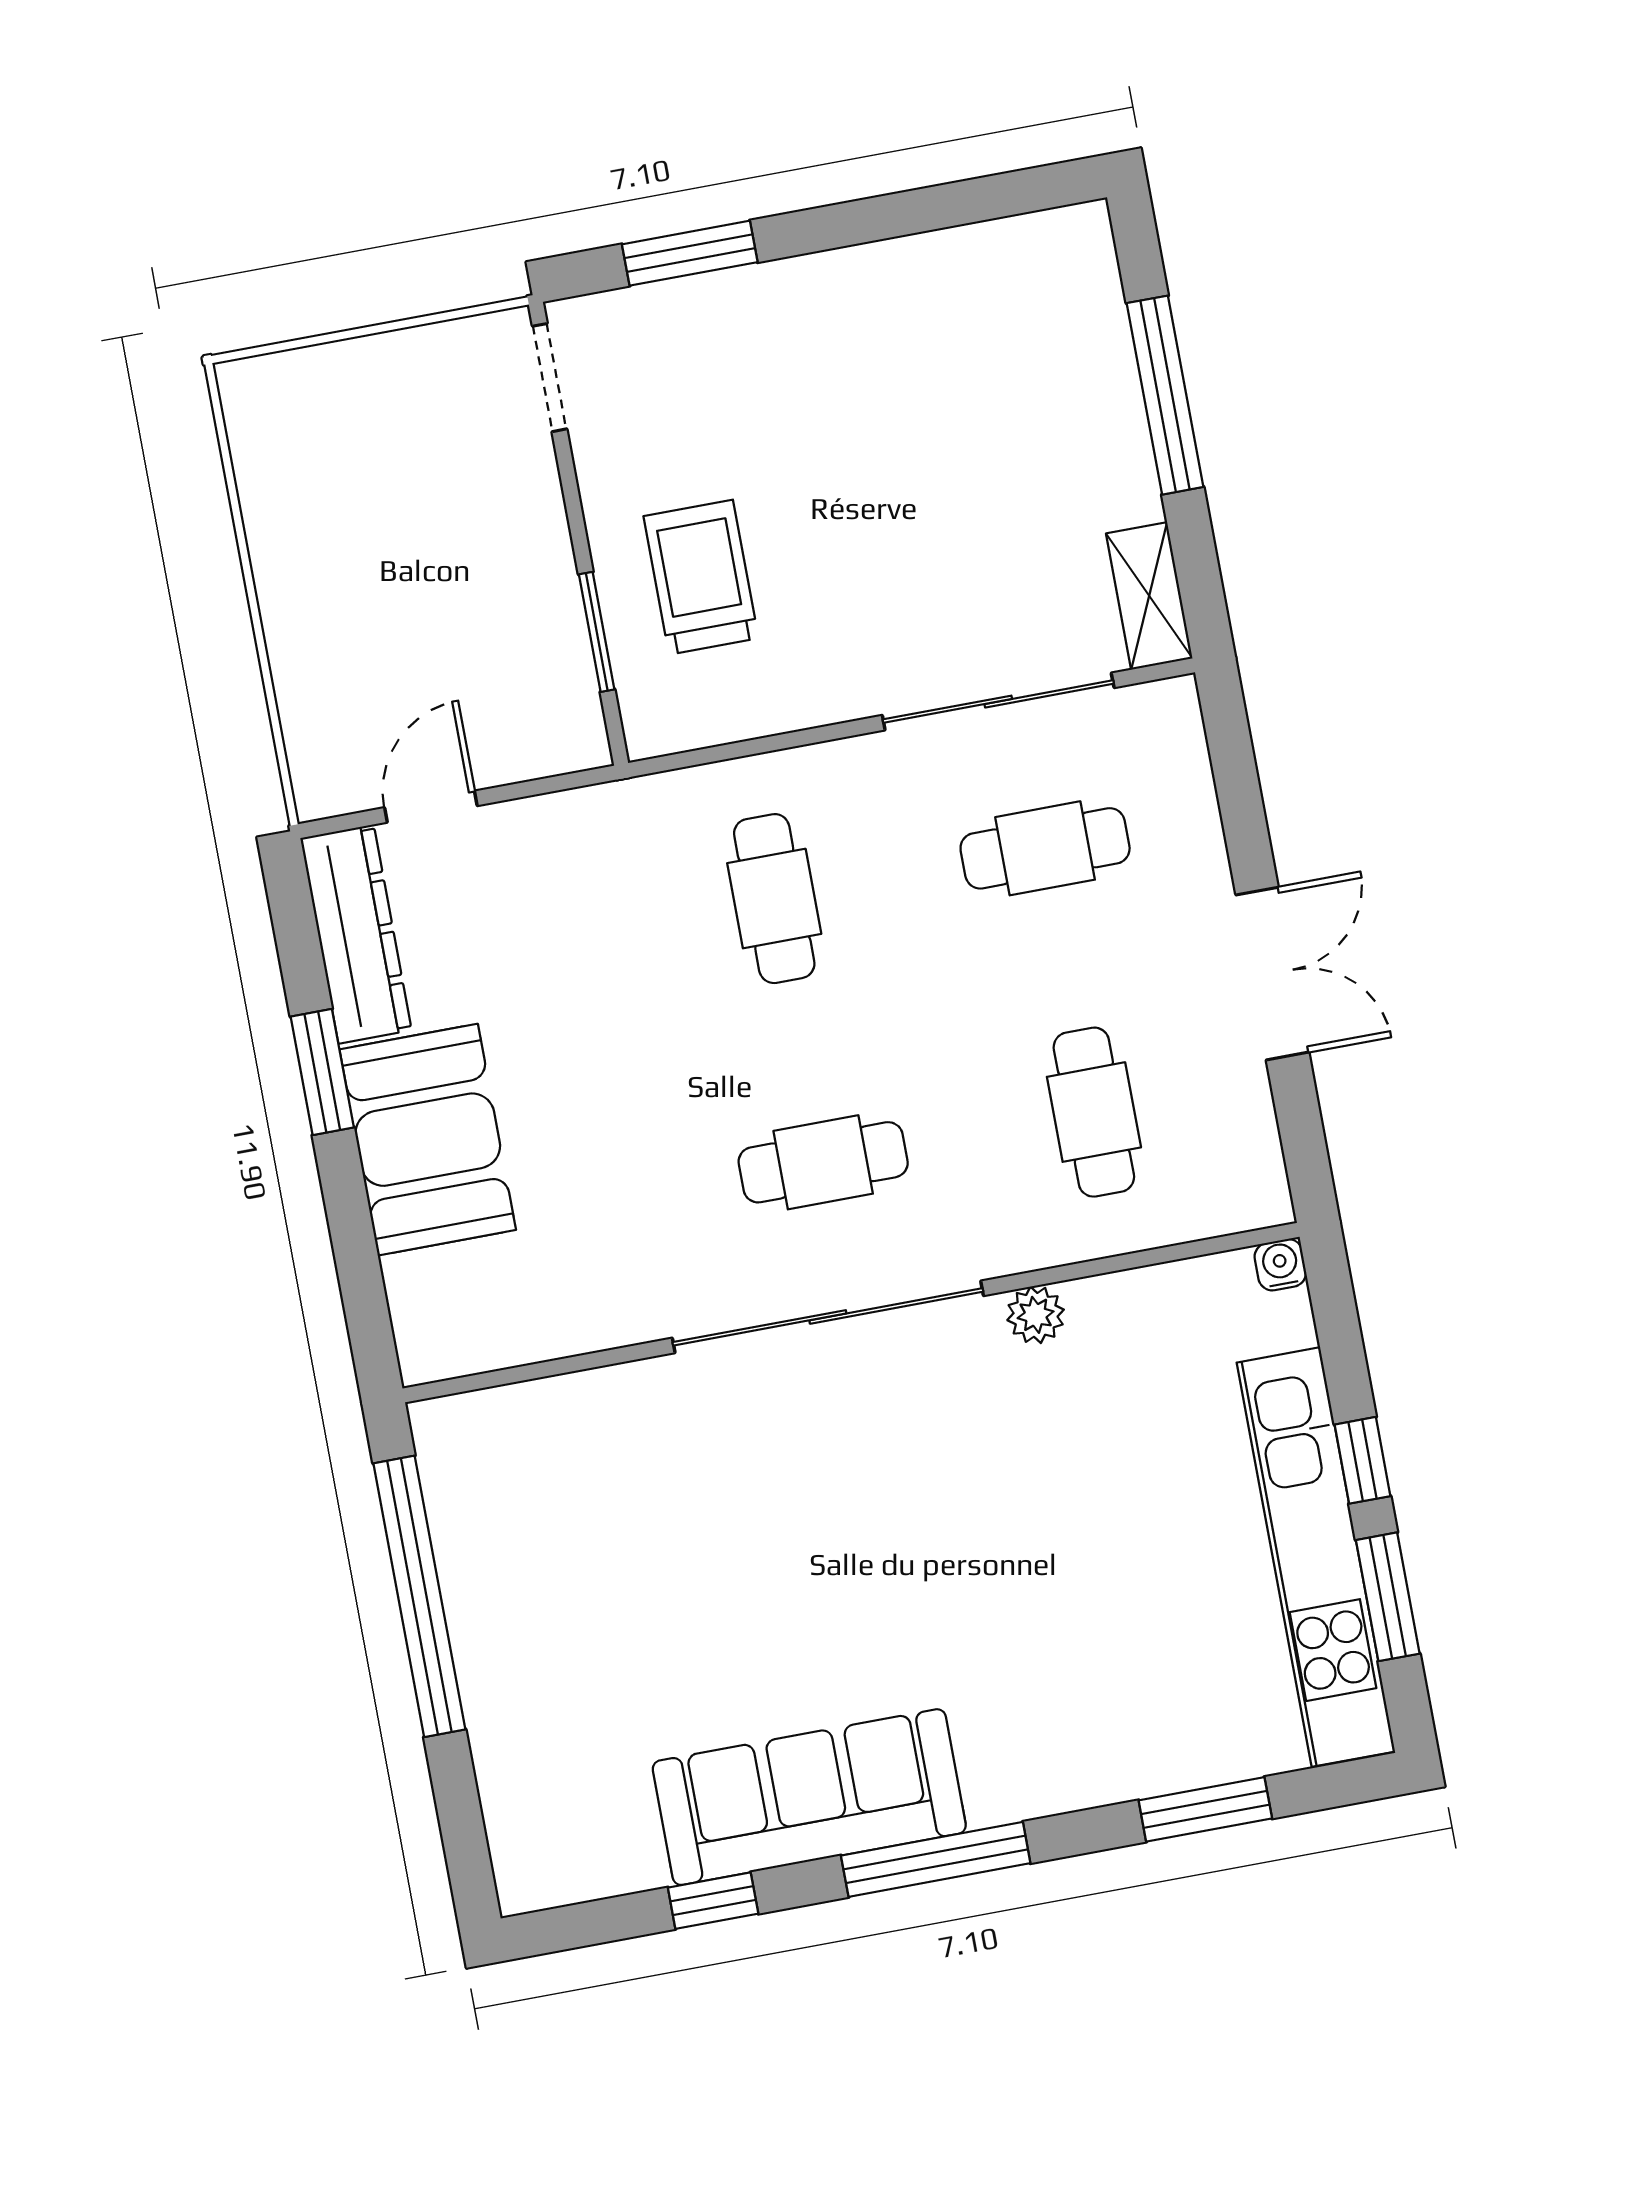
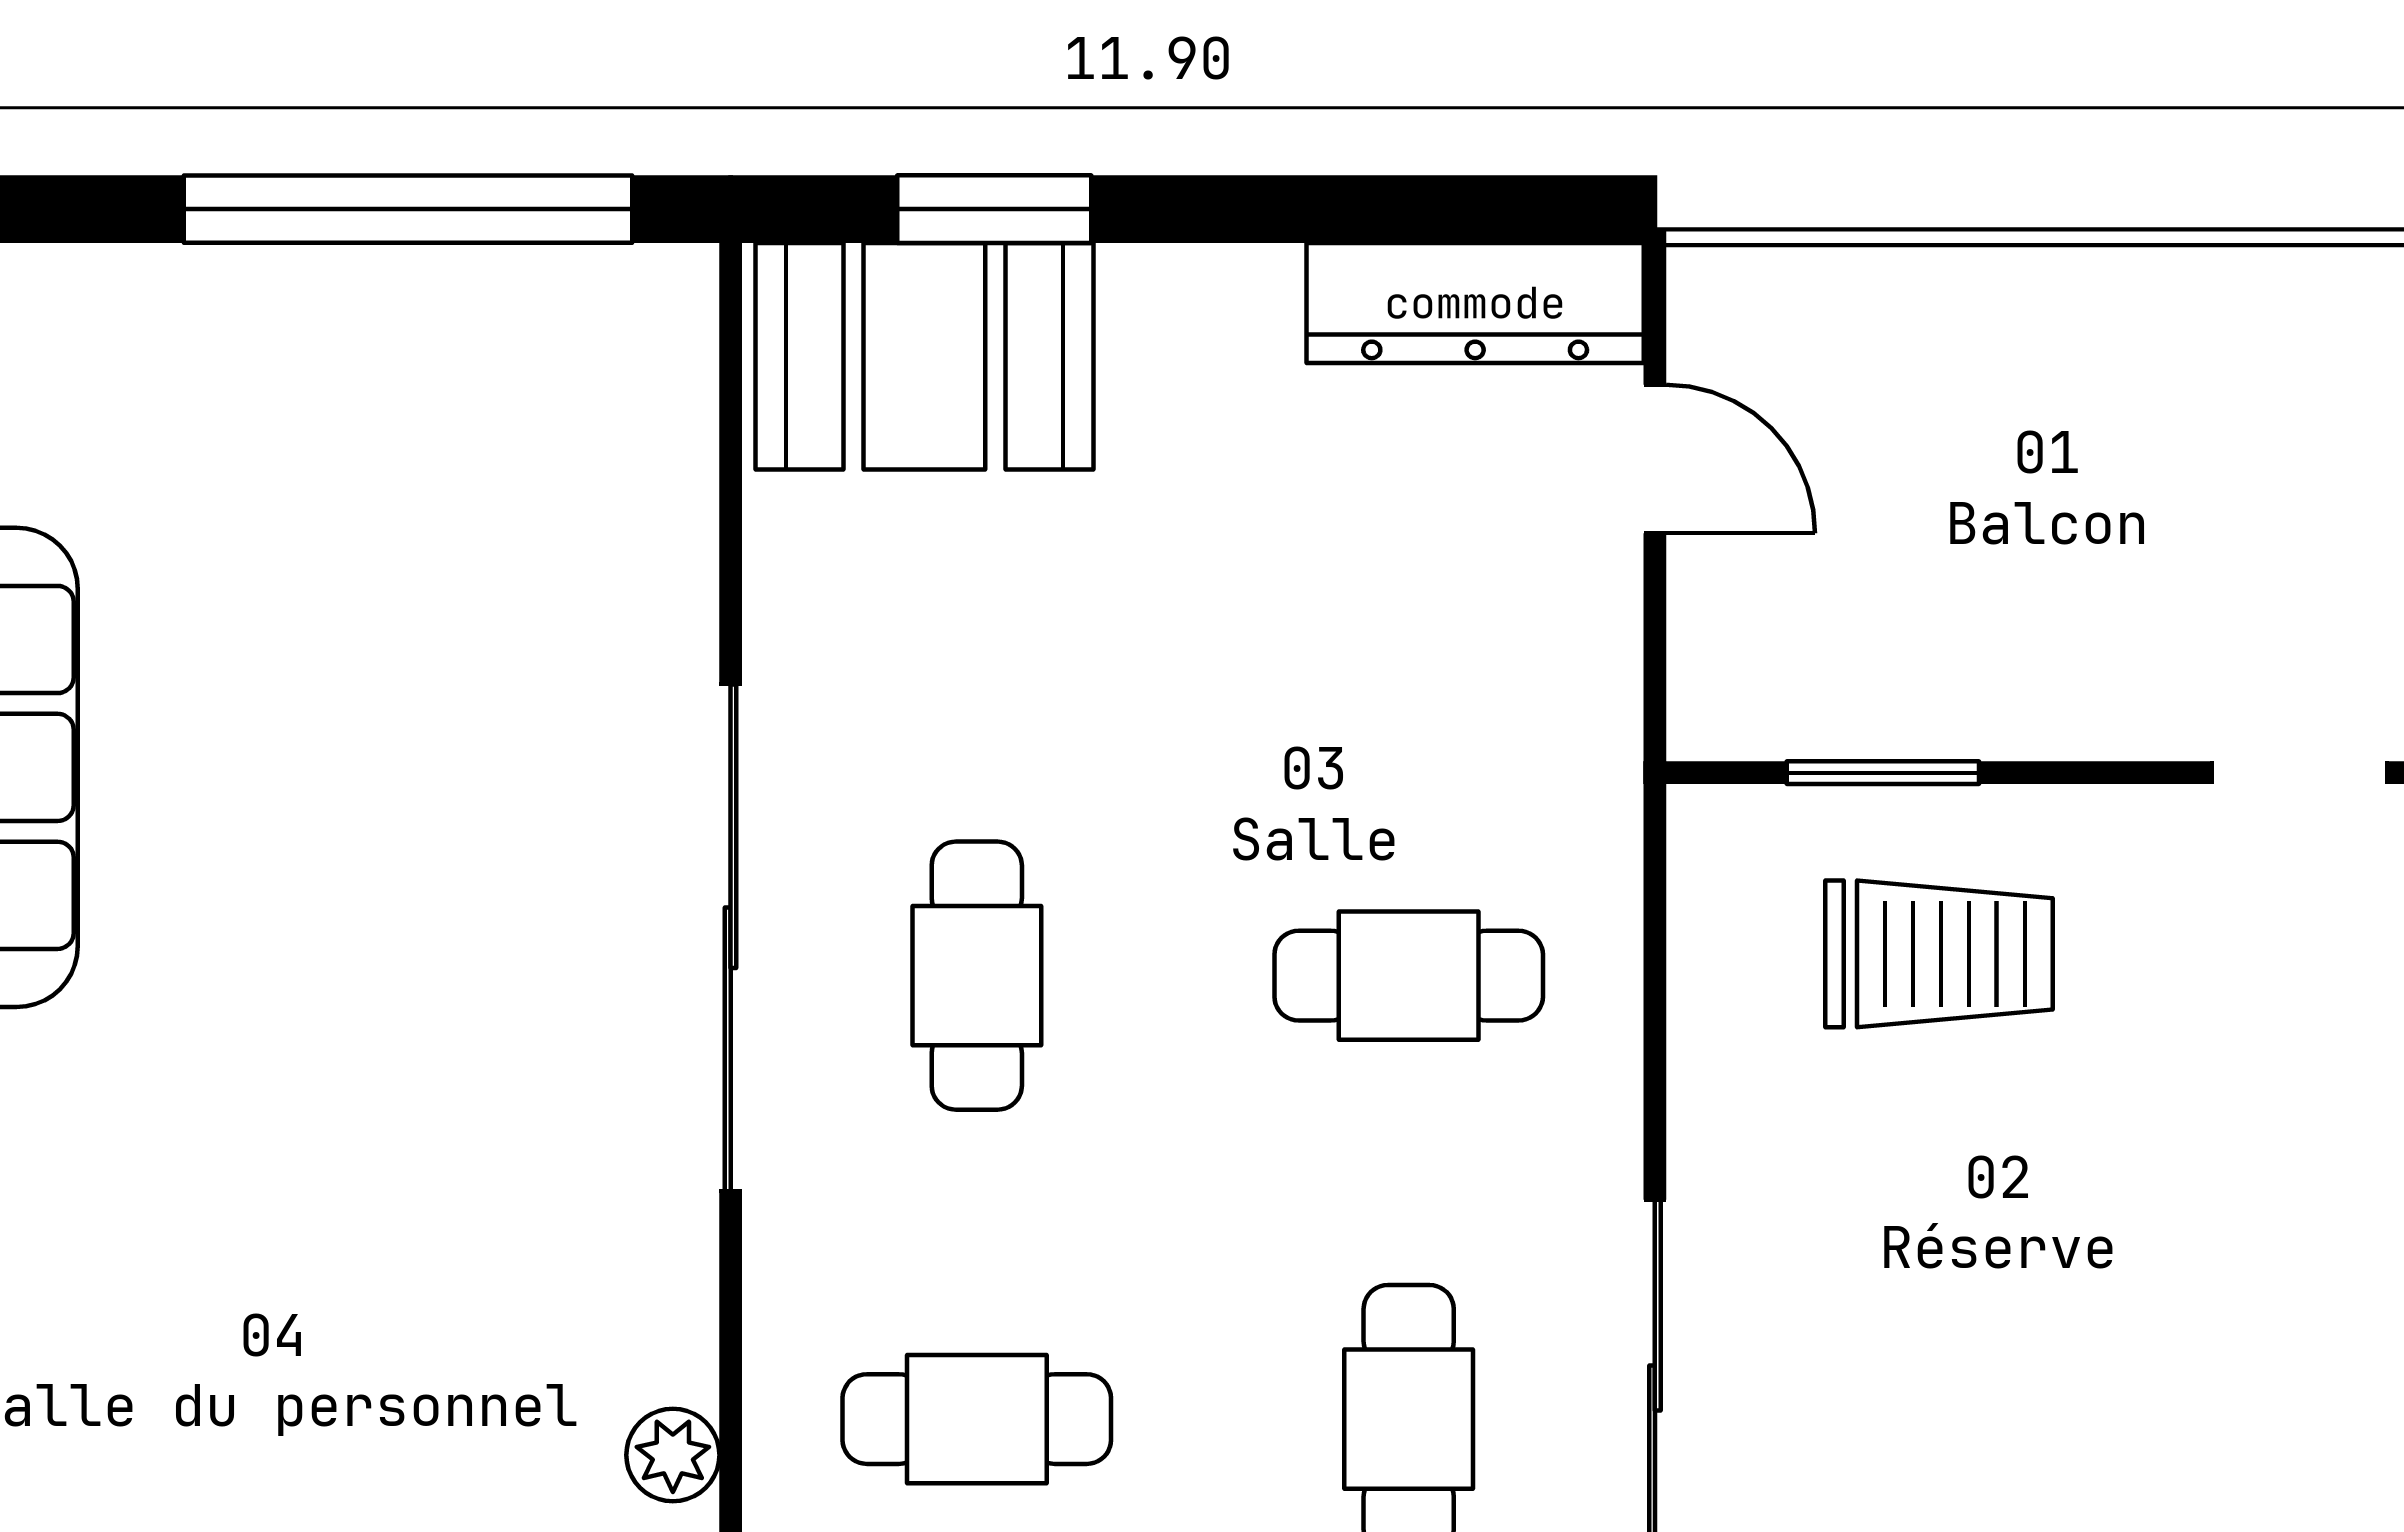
window: (322, 1072) -> (994, 209), moved
booth: (428, 1140) -> (924, 356), moved
plant: (1036, 1315) -> (673, 1455), moved

